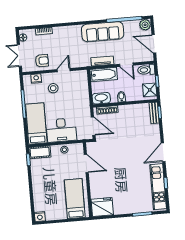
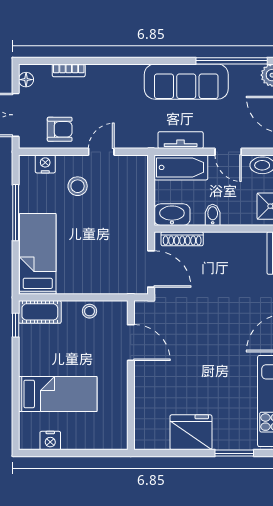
desk: (61, 130) -> (87, 271), removed
bed: (75, 199) -> (58, 394), moved, turned 90
fridge: (102, 207) -> (191, 432), moved
nightstand: (40, 217) -> (50, 441), moved

